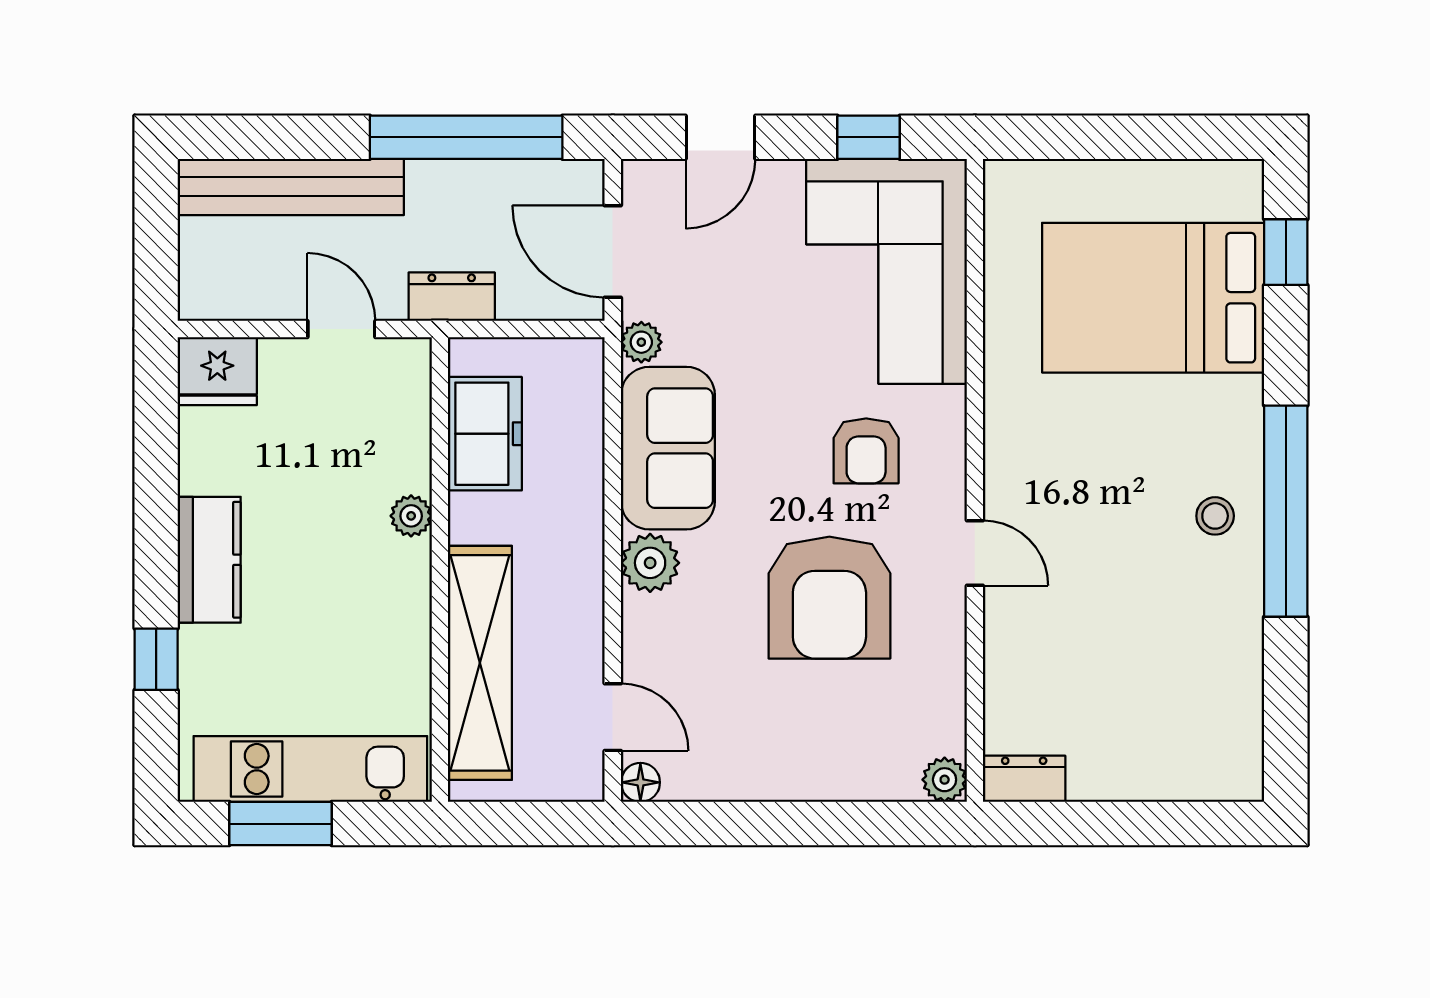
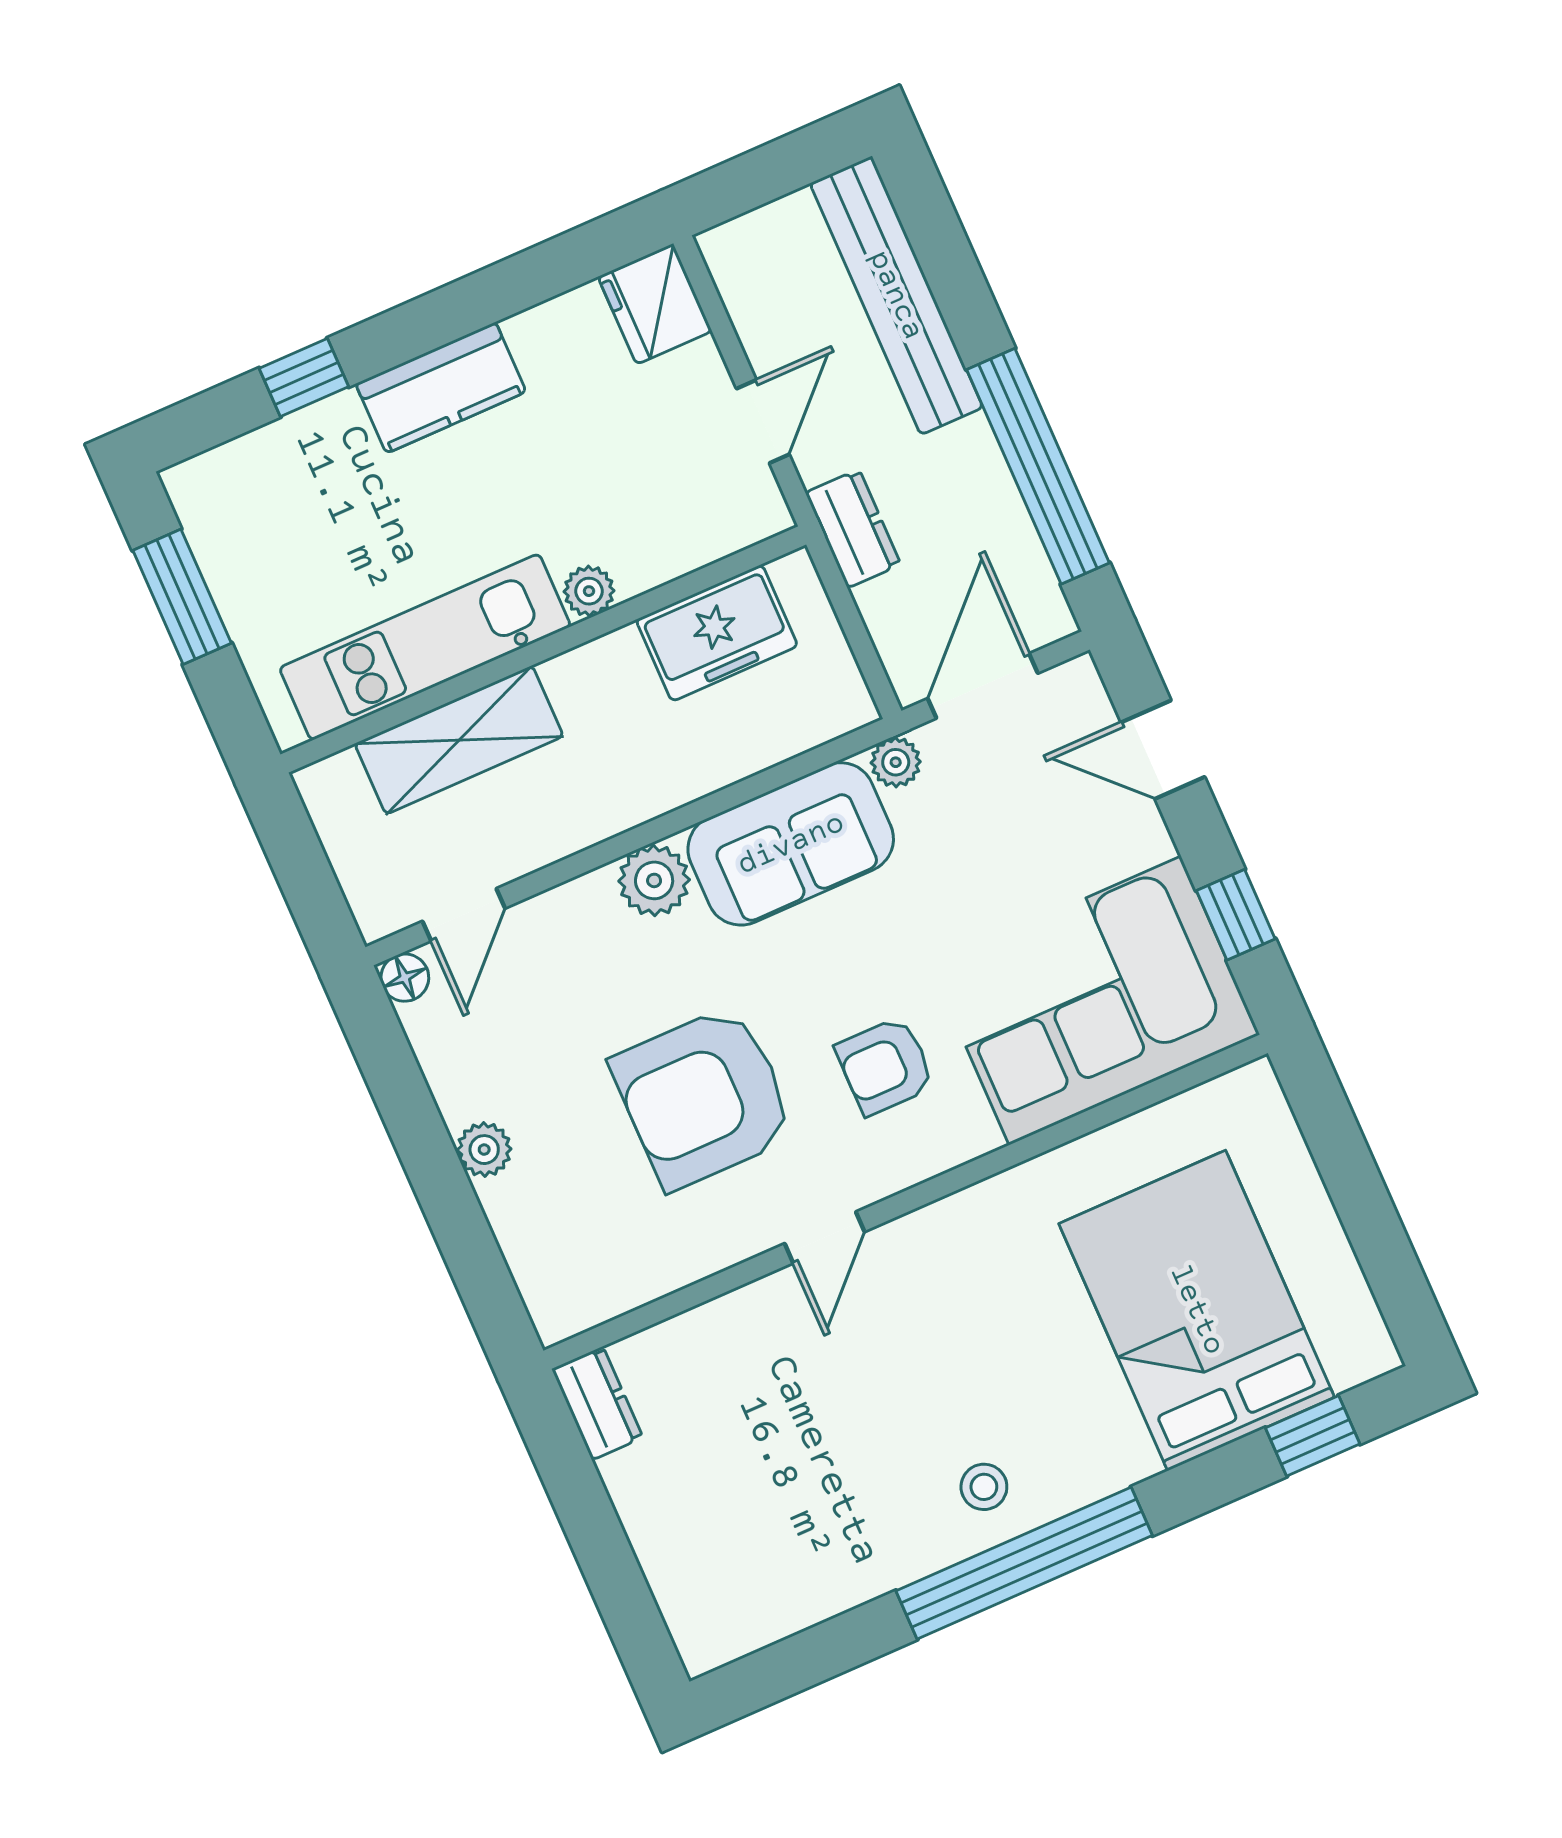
shelving: (480, 663) -> (459, 740), width x0.68
kitchen unit: (310, 769) -> (425, 647), moved, turned -90
plant: (945, 780) -> (484, 1150), moved

